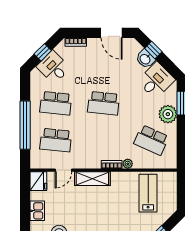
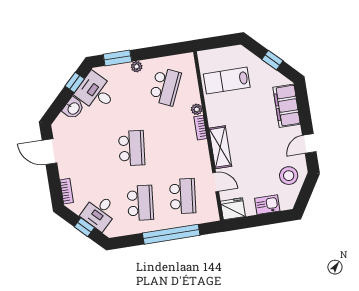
door: (112, 33) -> (49, 152), swing flipped
window: (153, 50) -> (75, 82), moved
plant: (168, 114) -> (137, 67), width x0.53, depth x0.53

